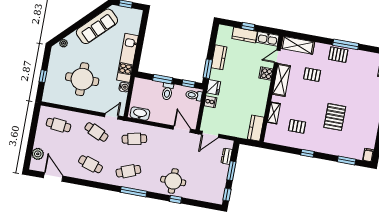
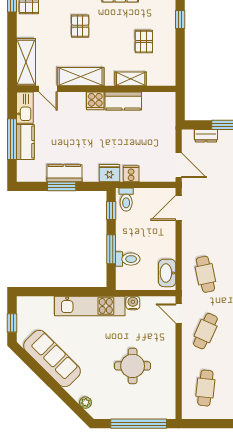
window: (248, 26) -> (12, 139), width x2.17
window: (208, 69) -> (62, 186), moved
cooker: (266, 74) -> (95, 101), moved
pallet: (312, 75) -> (80, 26), moved
window: (43, 76) -> (139, 424), width x3.17
round table: (82, 79) -> (133, 366), width x0.73, depth x0.73
toilet: (167, 91) -> (128, 259), moved
kitchen counter: (256, 128) -> (123, 101), moved

